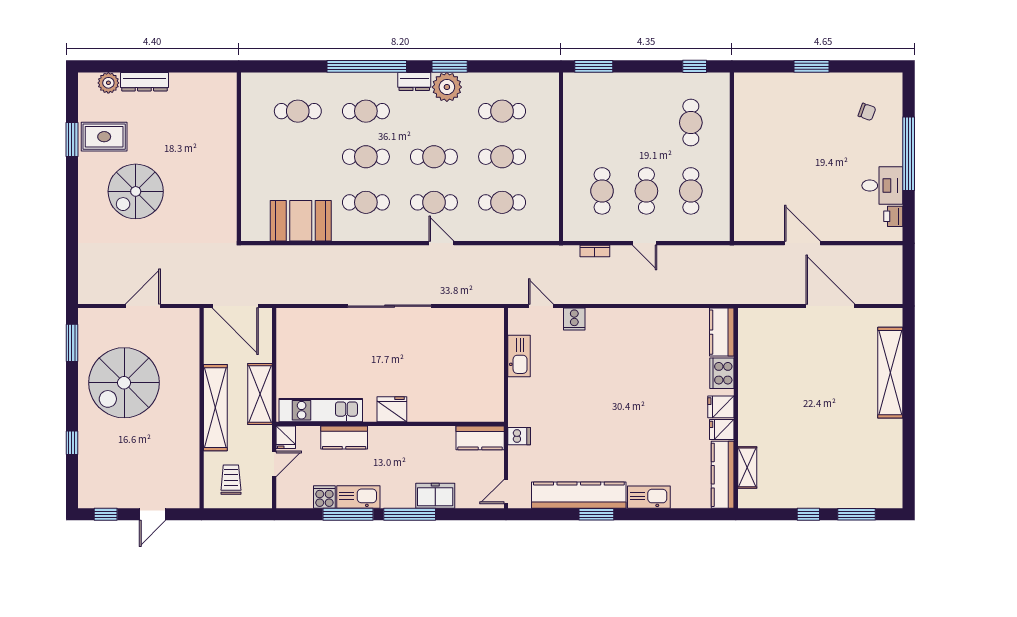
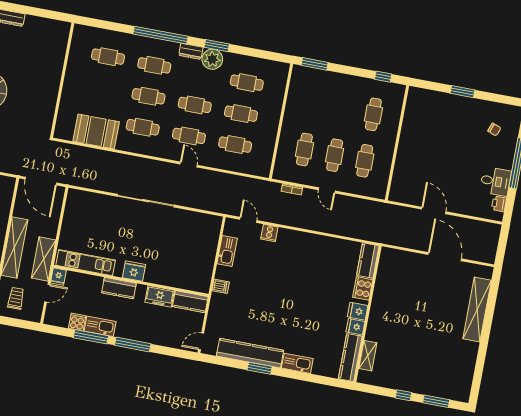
shelving: (260, 394) -> (44, 259), moved
dishwasher: (519, 436) -> (221, 286), moved
kitchen counter: (344, 437) -> (119, 288), moved
freezer: (435, 496) -> (160, 296), moved, turned 180

